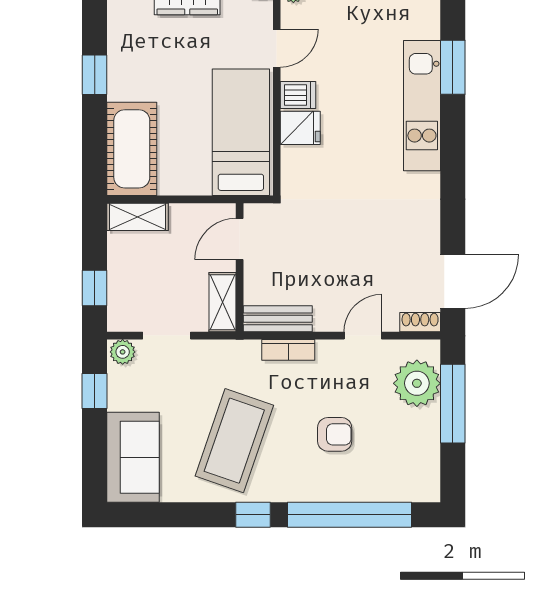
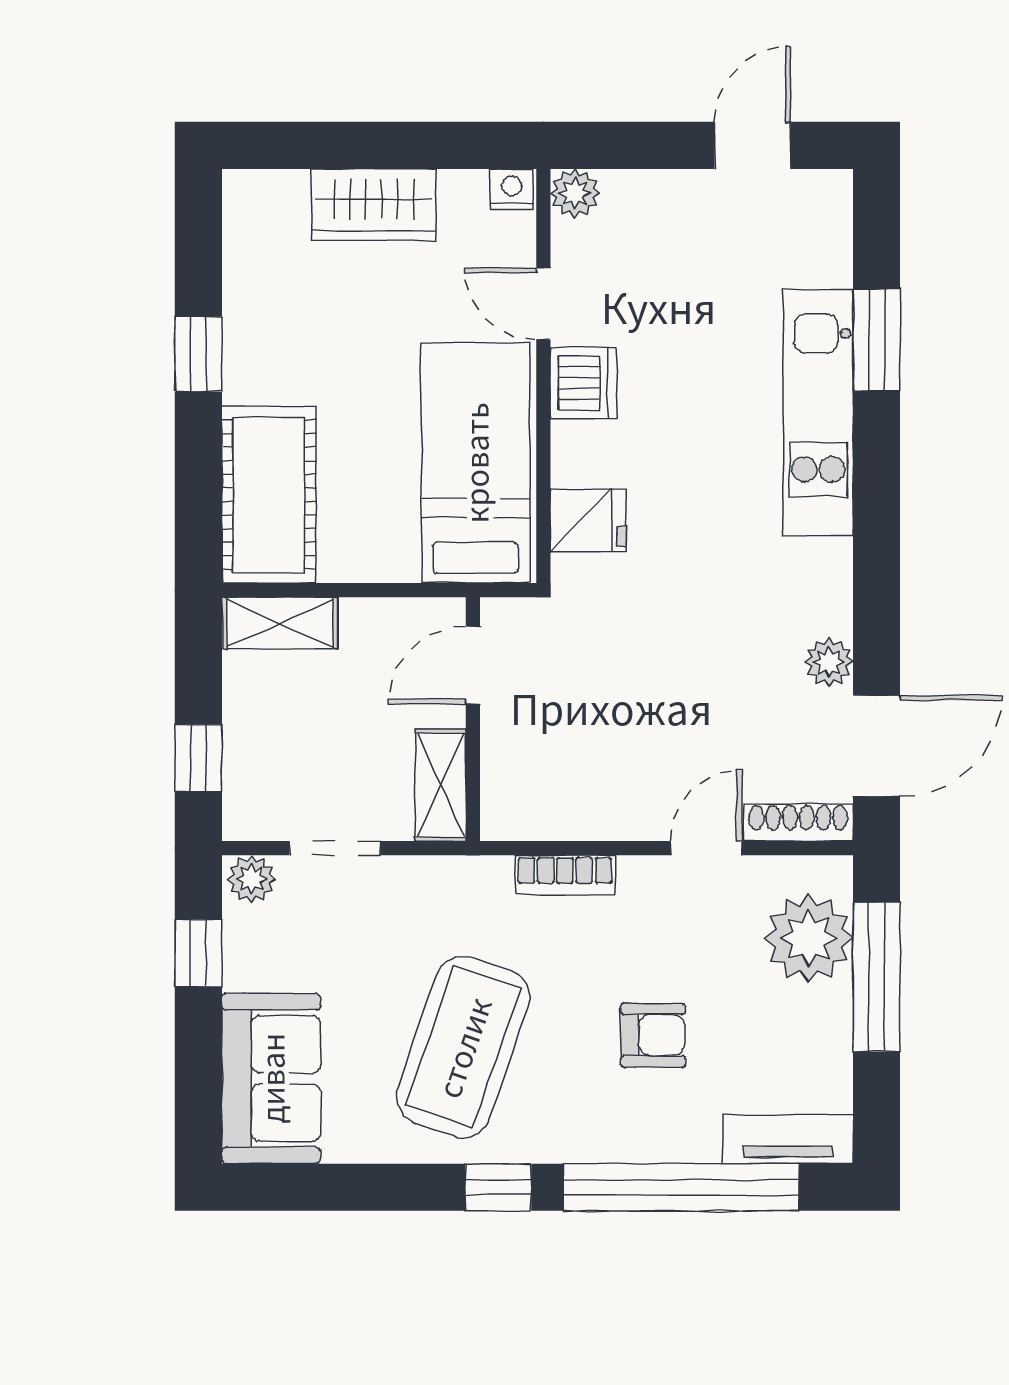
door: (277, 48) -> (543, 304), swing flipped
dishwasher: (298, 95) -> (584, 383), width x1.38
fridge: (300, 128) -> (588, 520), moved
plant: (428, 237) -> (829, 662), added
bench: (278, 319) -> (545, 816), removed
shoe rack: (420, 322) -> (798, 823), width x1.43
tv unit: (406, 489) -> (788, 1139), added

